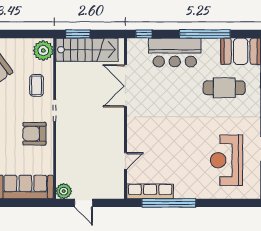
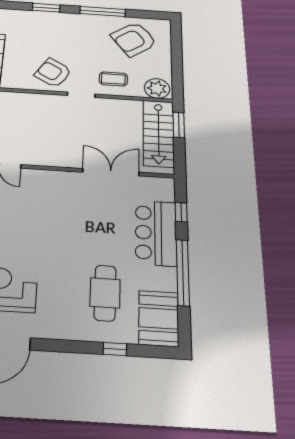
window: (144, 34) -> (181, 212), moved
armchair: (34, 134) -> (53, 73), turned -59

